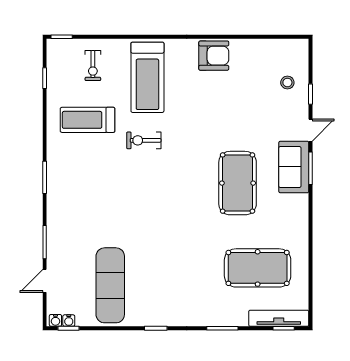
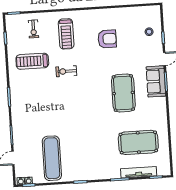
armchair: (214, 56) -> (107, 39), moved
treadmill: (147, 77) -> (66, 34), width x0.73, depth x0.73
tv unit: (279, 318) -> (139, 172), moved

